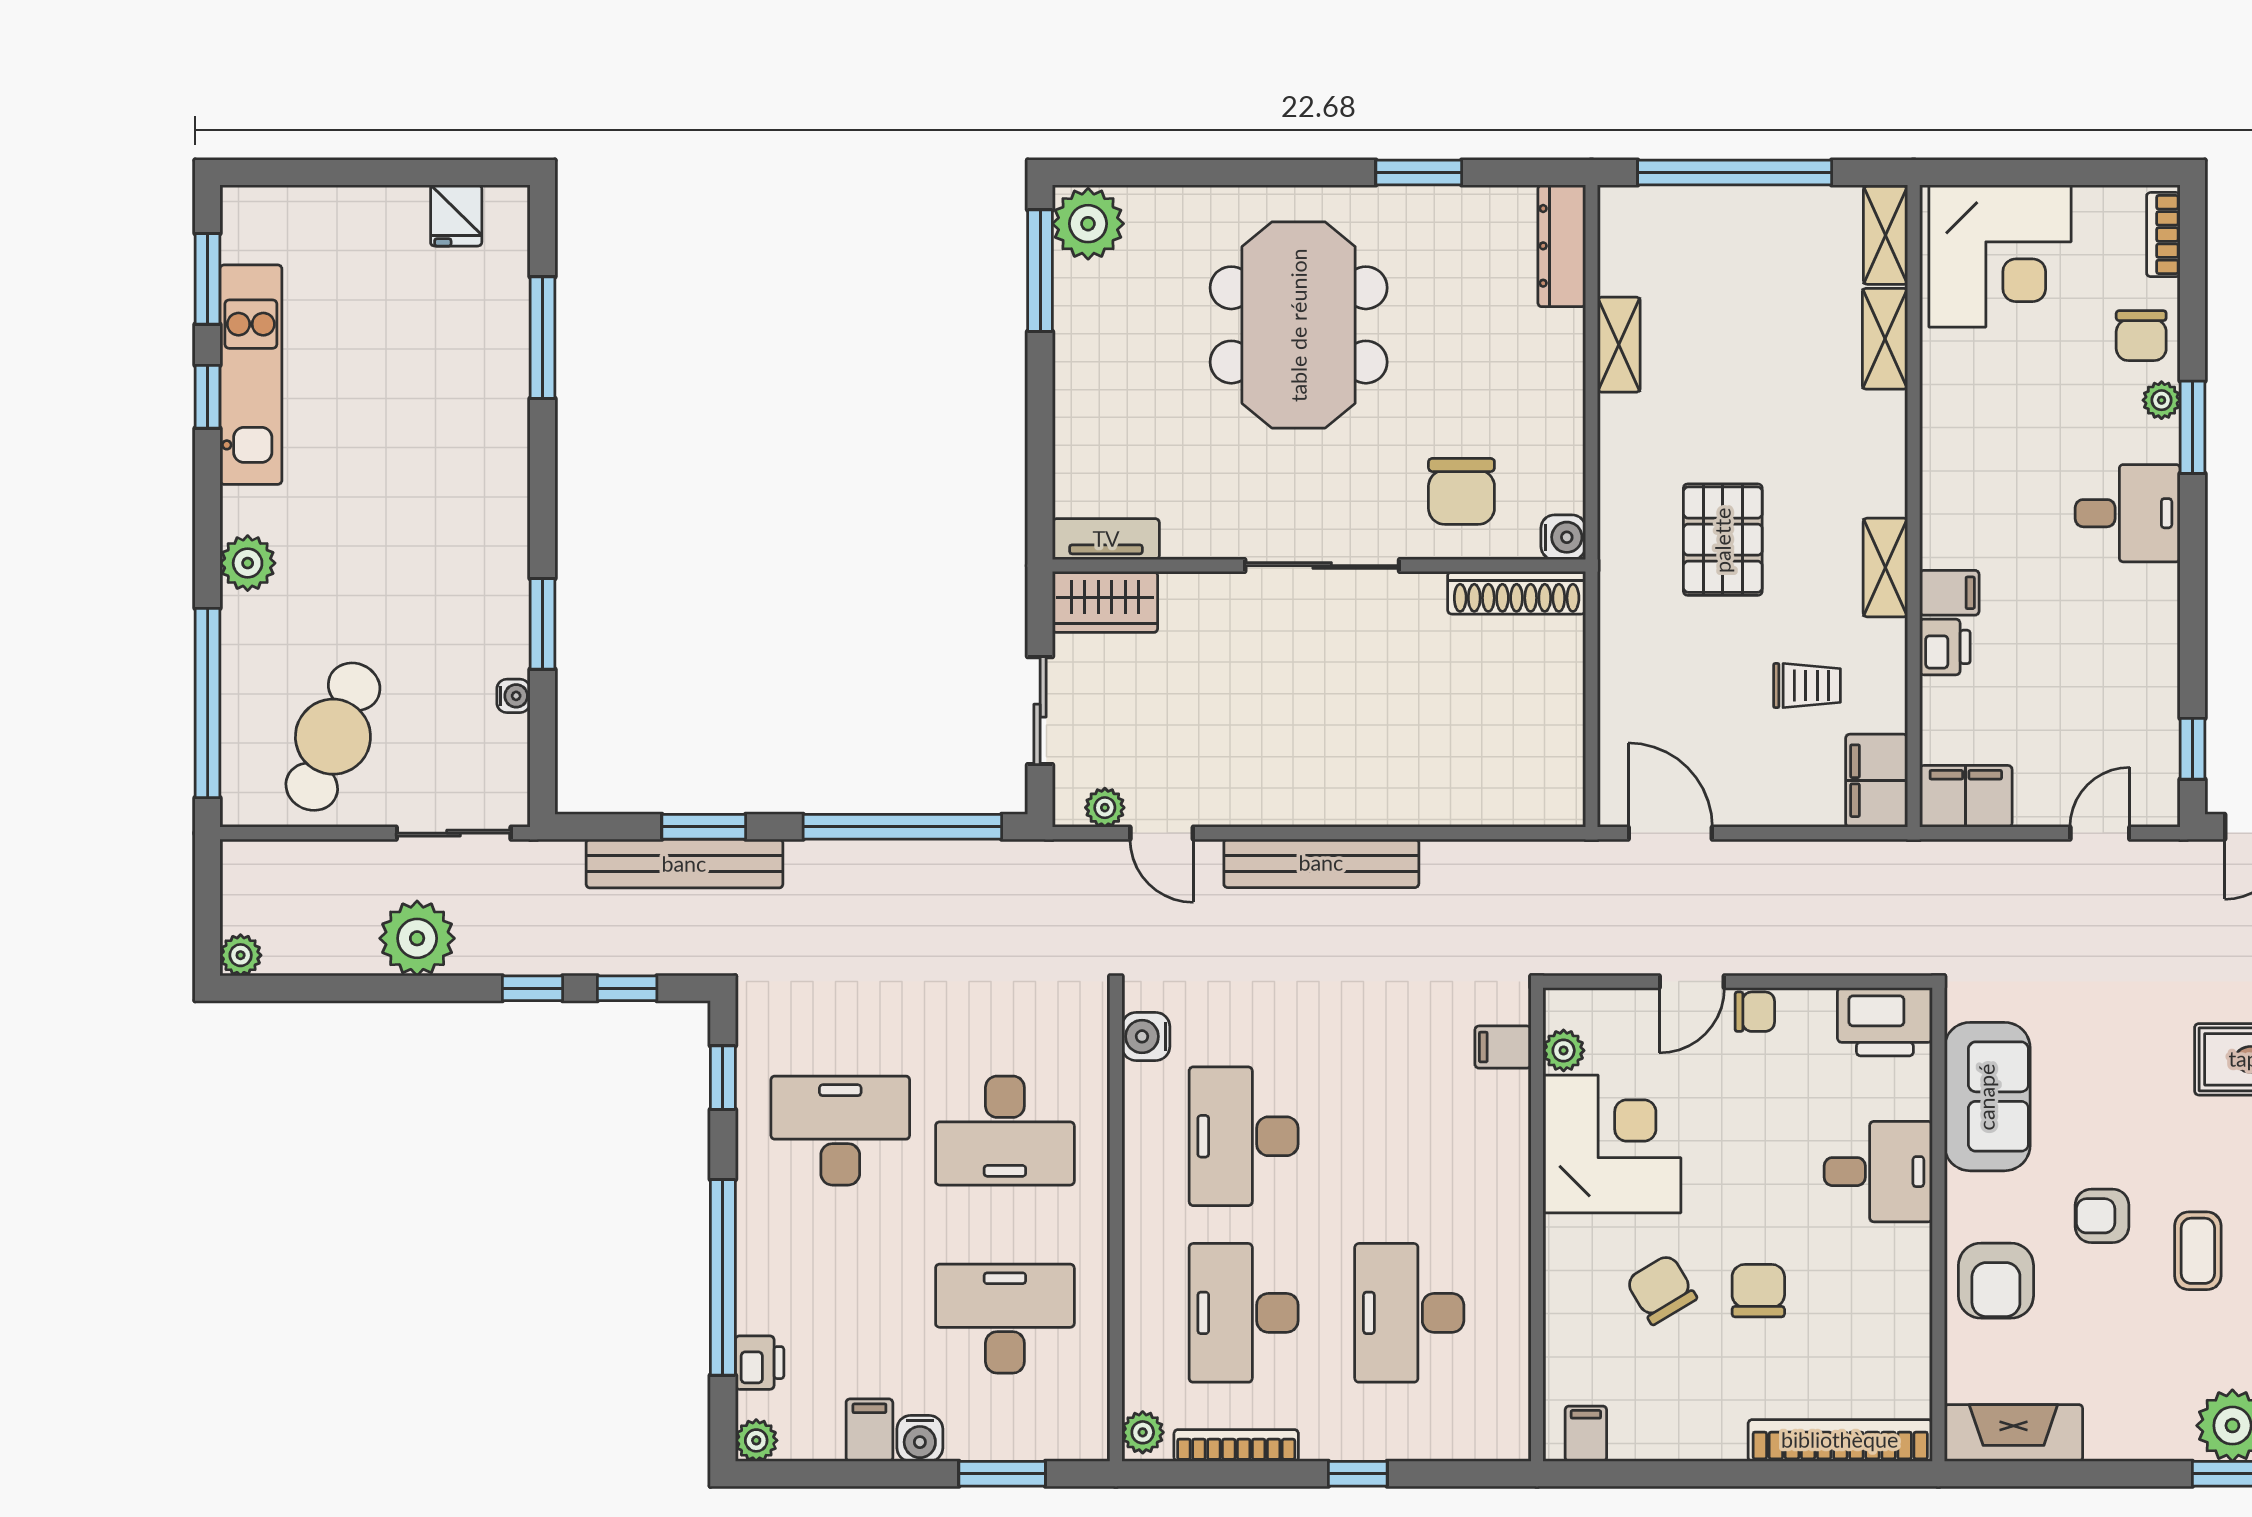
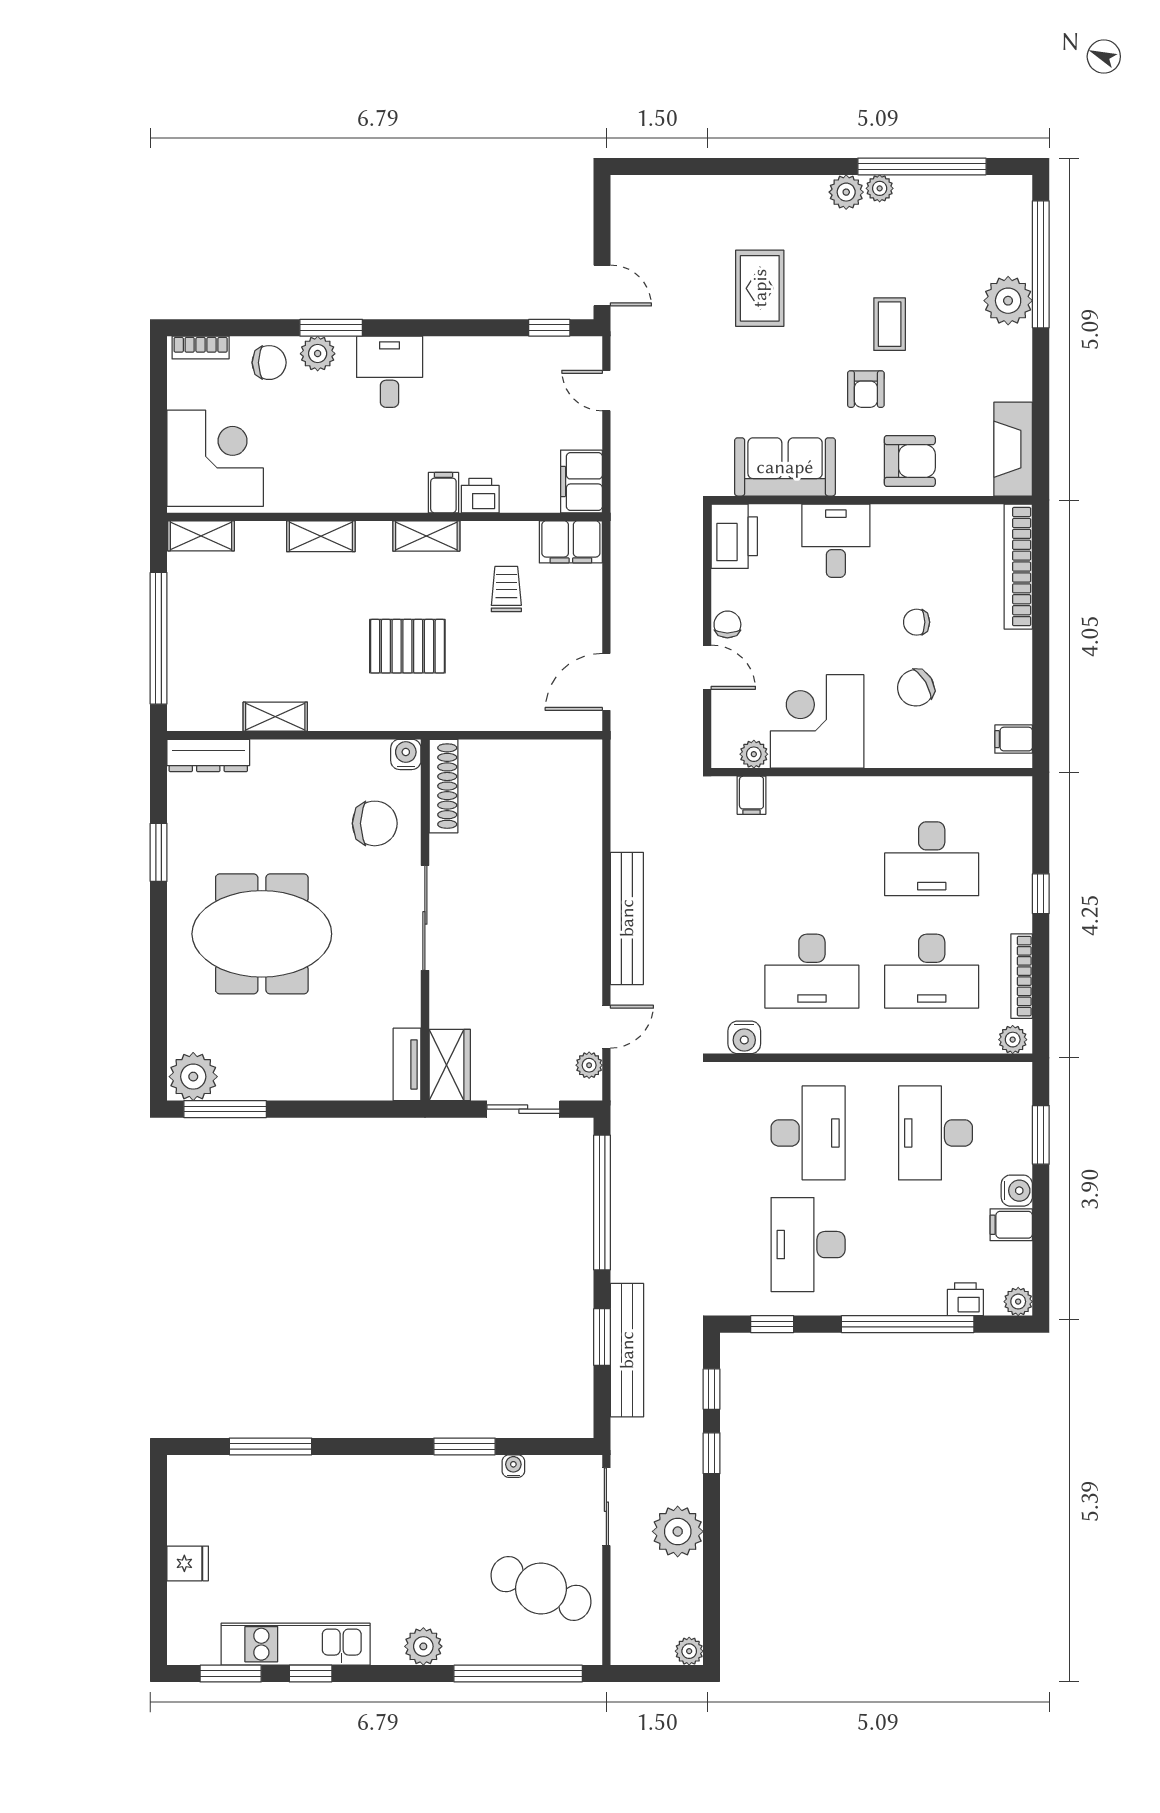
fridge: (456, 216) -> (188, 1563), moved
shelving: (1885, 339) -> (321, 536), moved
plant: (2162, 400) -> (318, 354), width x1.38, depth x1.38
coffee table: (2198, 1251) -> (890, 324), turned 90
chair: (1758, 1291) -> (917, 622), width x0.73, depth x0.73

